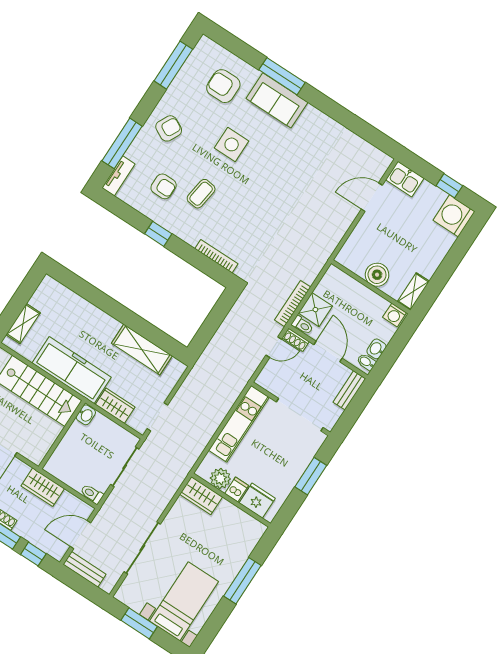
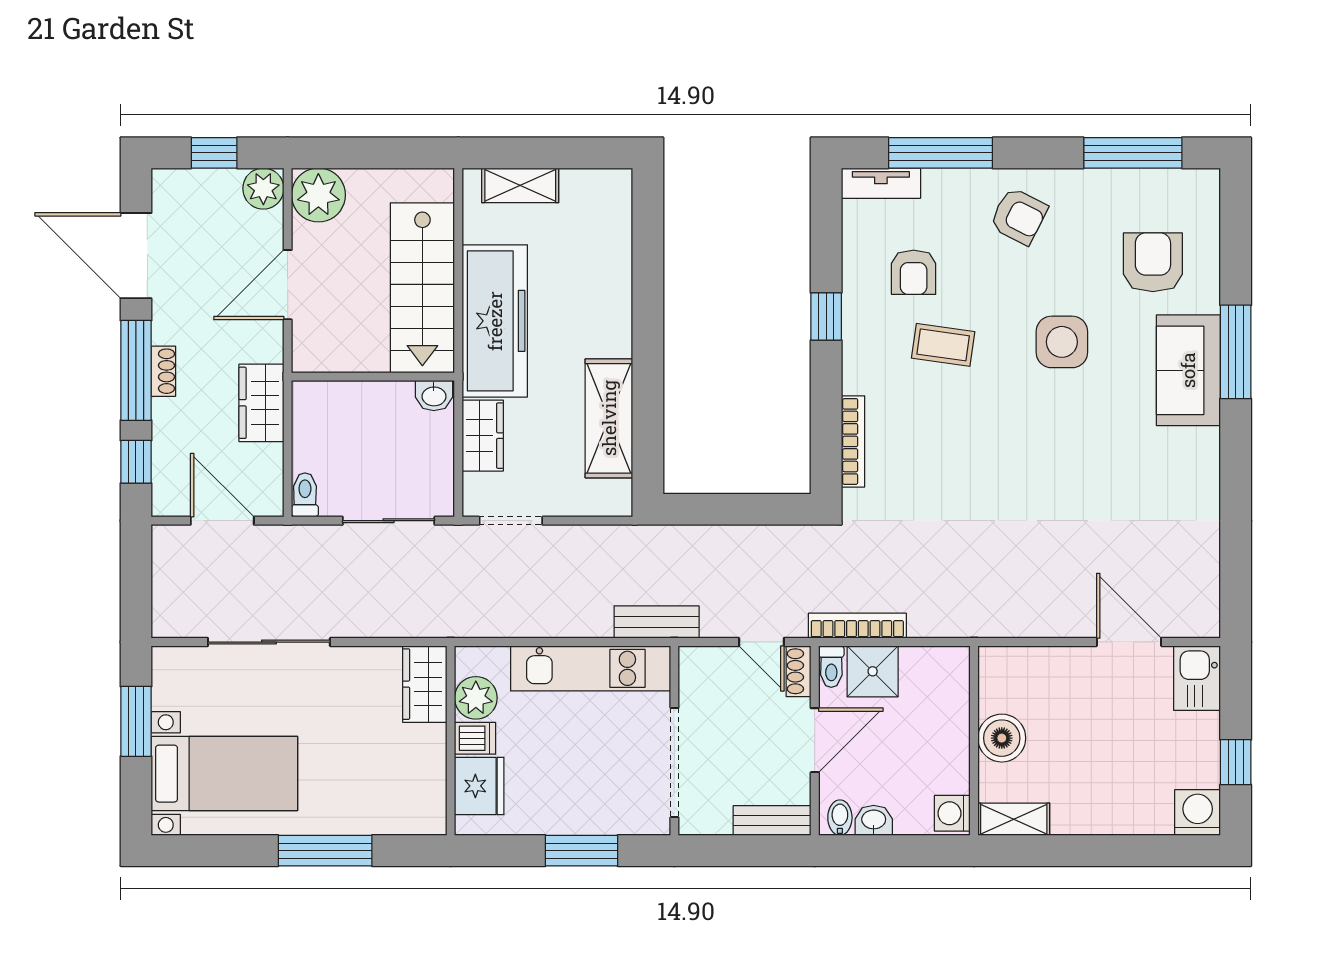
washing machine: (454, 216) -> (1198, 813), width x0.73, depth x0.73
bench: (85, 569) -> (657, 622), moved, turned 90

